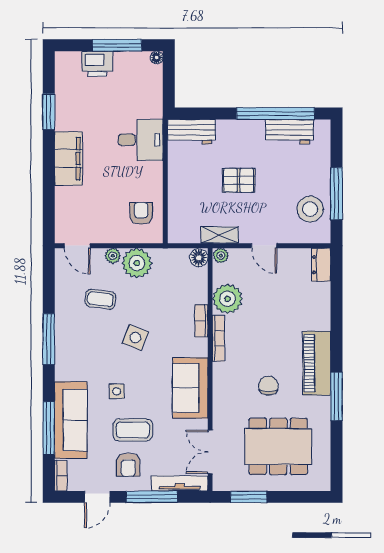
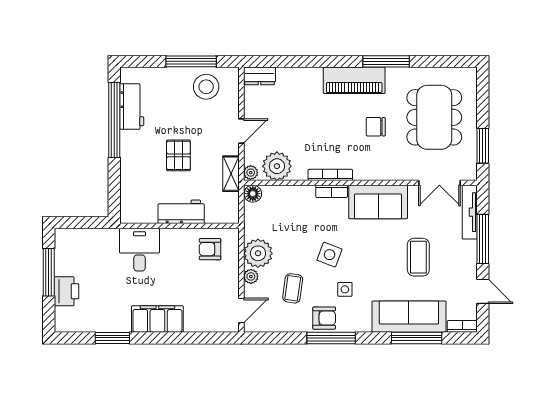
floor lamp: (157, 58) -> (60, 234), removed
workbench: (192, 132) -> (181, 212), moved, turned -90
plant: (227, 299) -> (277, 166), moved
bookcase: (201, 321) -> (332, 191), moved
side table: (117, 391) -> (345, 289), moved
armchair: (128, 465) -> (324, 318), moved

